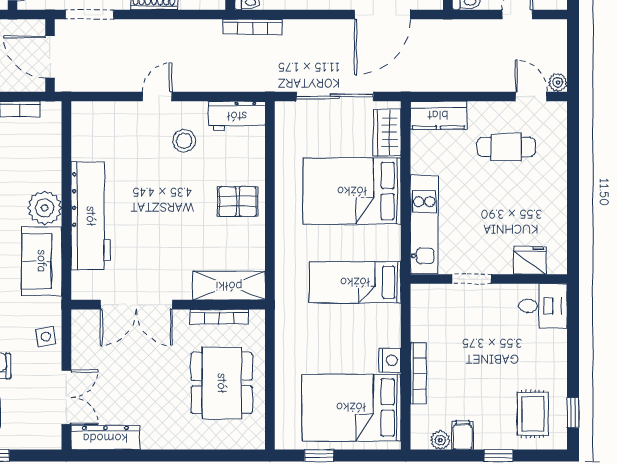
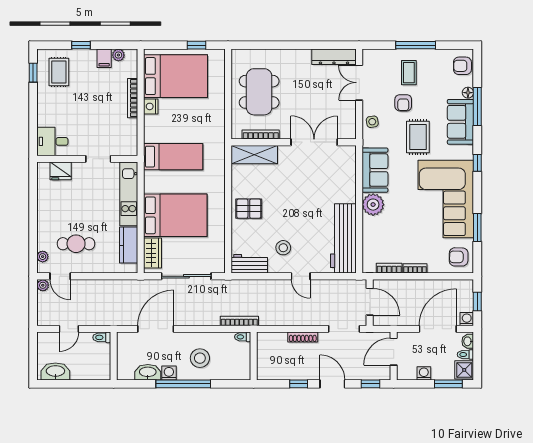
door: (157, 96) -> (301, 276), hinge flipped
kitchen counter: (438, 115) -> (129, 245), moved, turned -90
plant: (558, 127) -> (43, 257), added
workbench: (91, 216) -> (343, 238), moved

